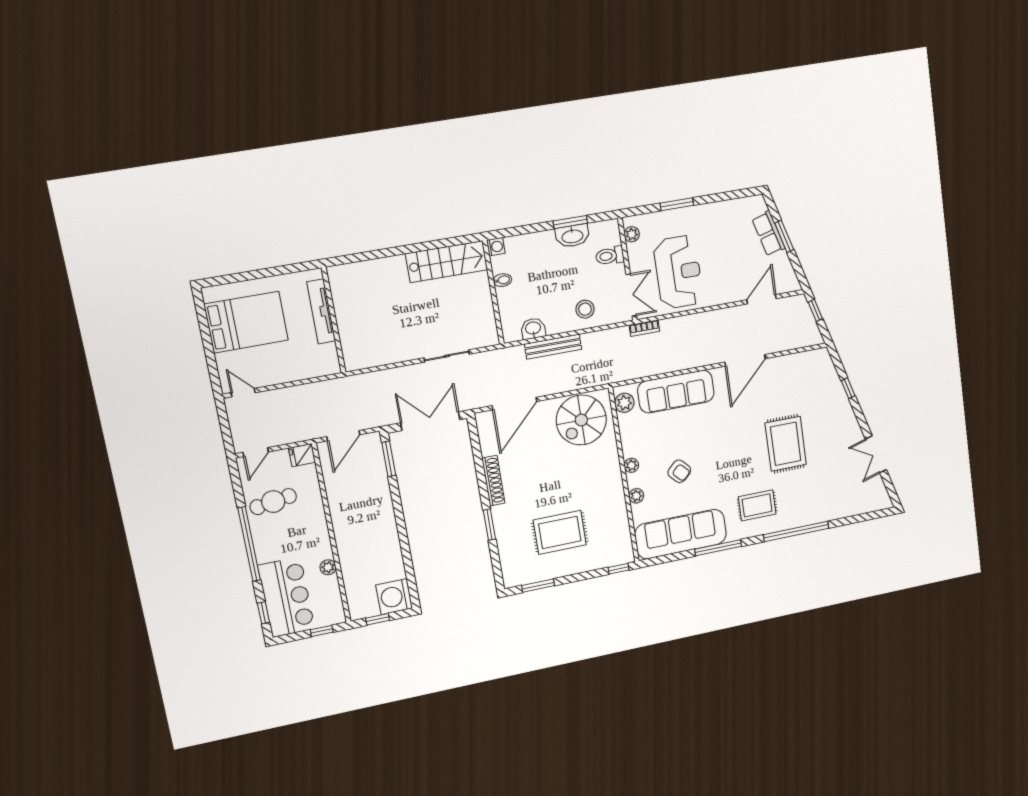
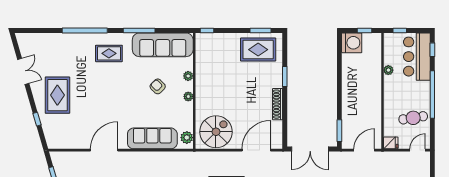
rug: (786, 444) -> (57, 95), moved
rug: (560, 532) -> (258, 50), moved

